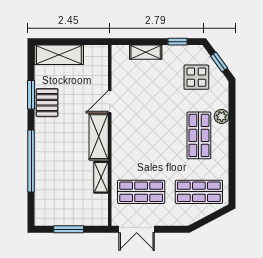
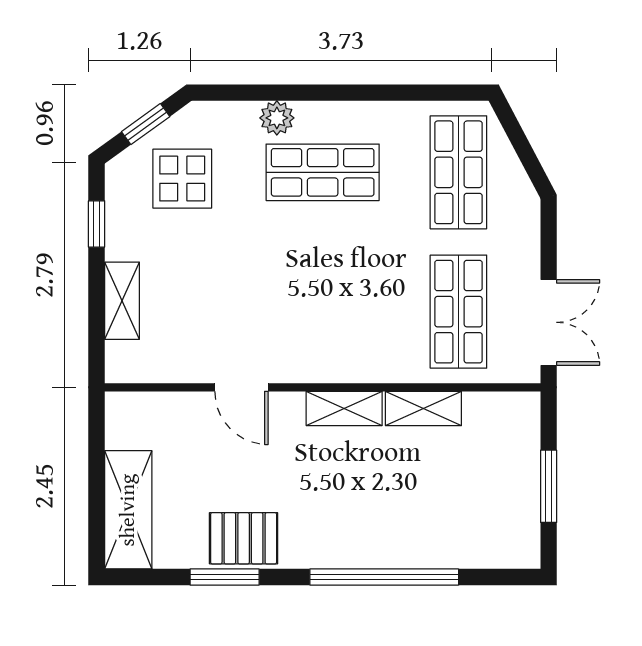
shelving: (99, 137) -> (344, 408), width x0.67, depth x0.75

